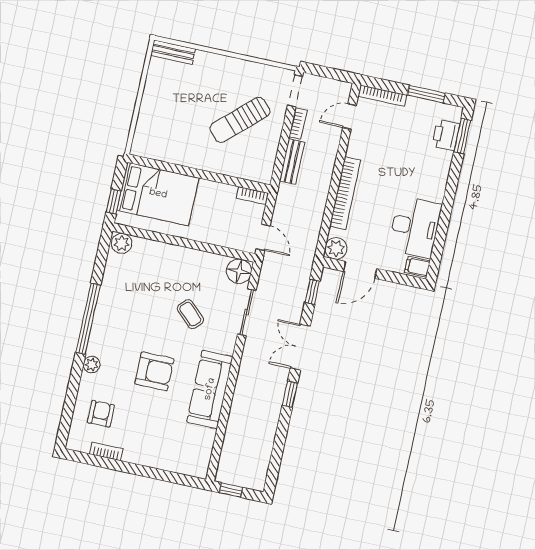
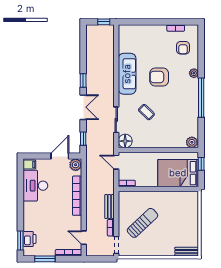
door: (350, 116) -> (84, 238), swing flipped

